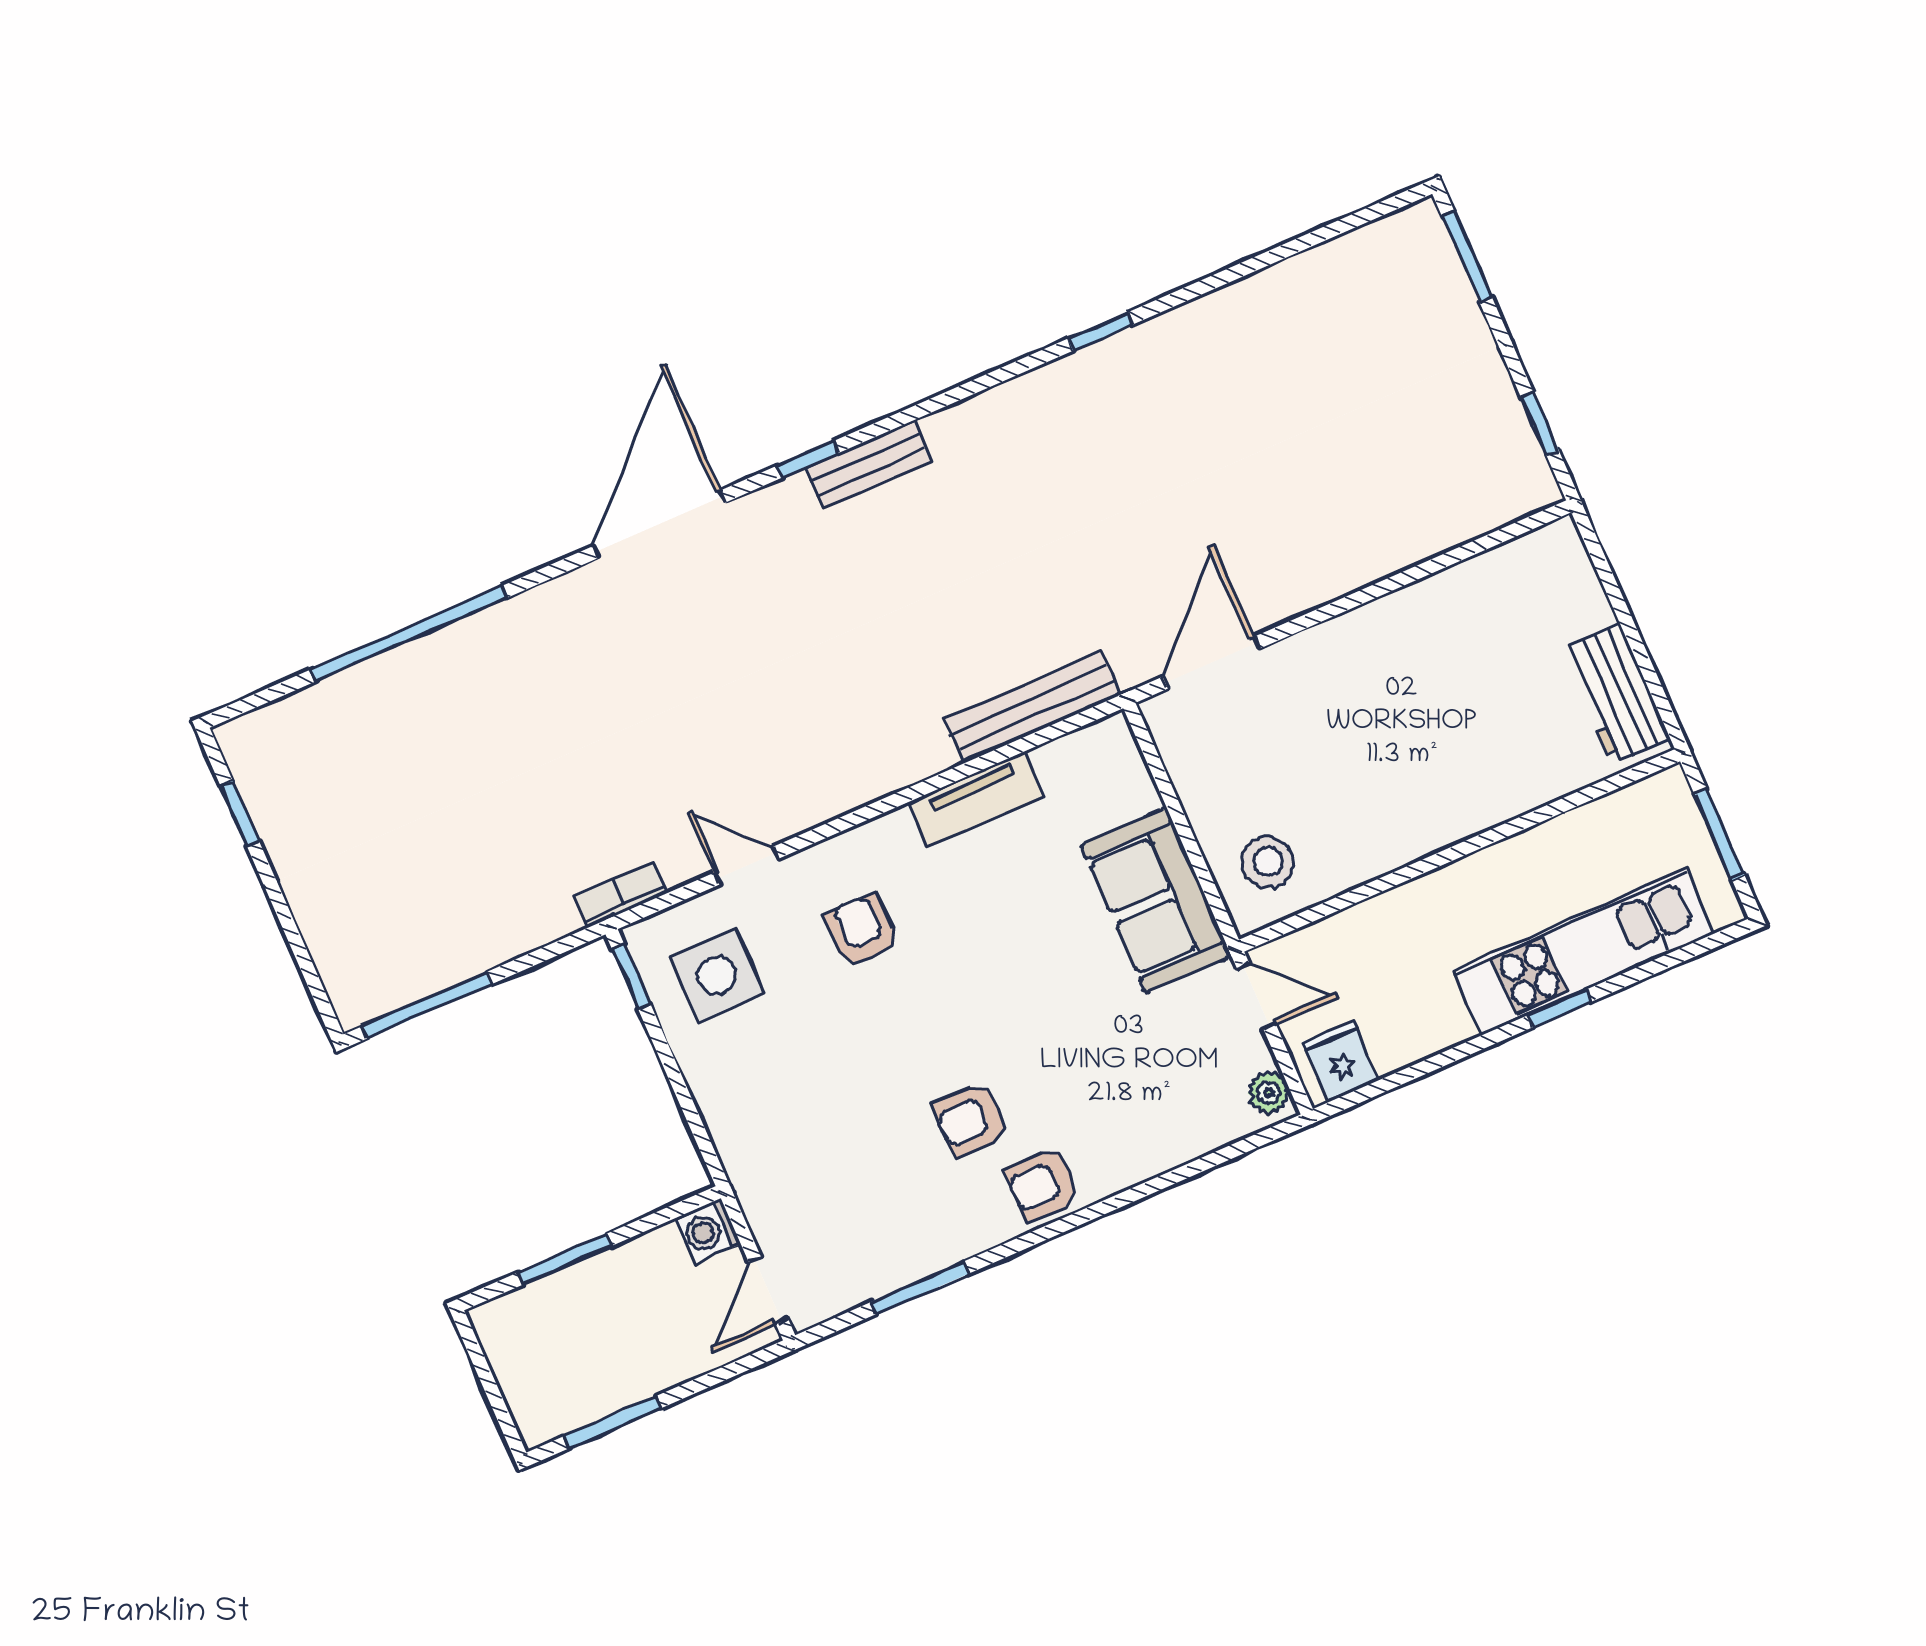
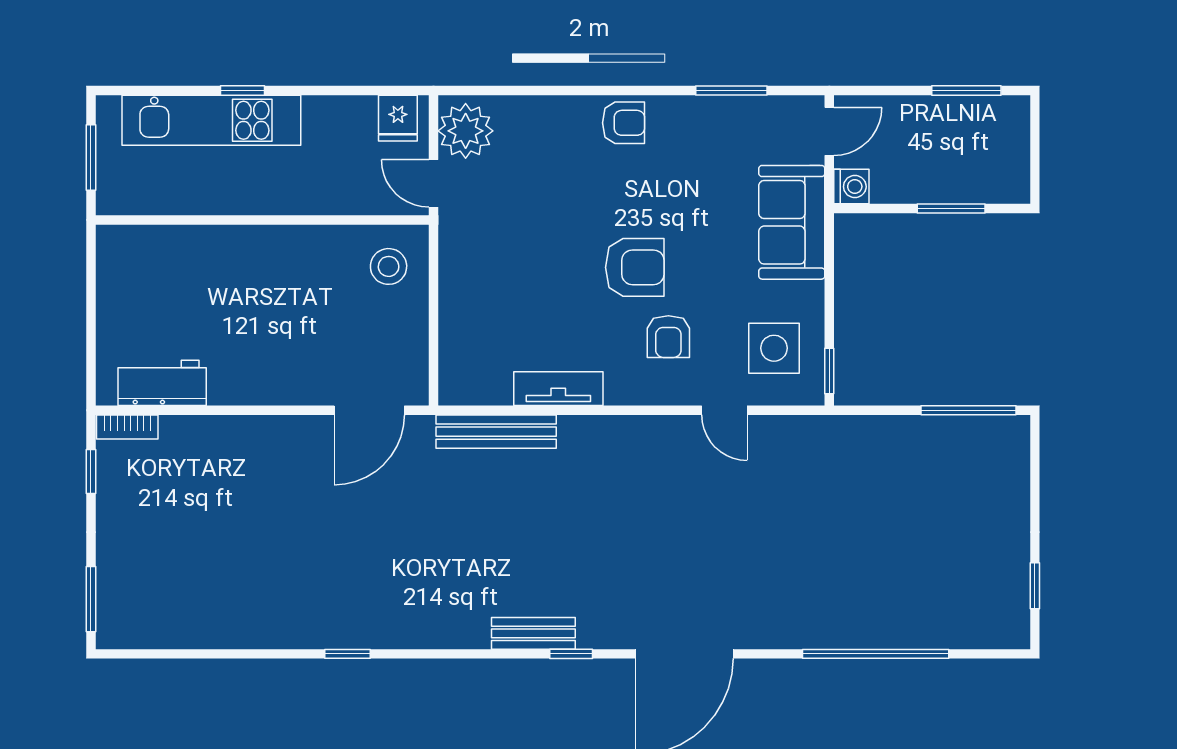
workbench: (1615, 694) -> (162, 383), moved, turned -90
bookcase: (620, 895) -> (127, 427), moved
sofa: (1156, 900) -> (792, 222), moved, turned 180
plant: (1269, 1093) -> (466, 131), width x1.88, depth x1.88
armchair: (971, 1119) -> (635, 267), moved, width x1.38, depth x1.38

